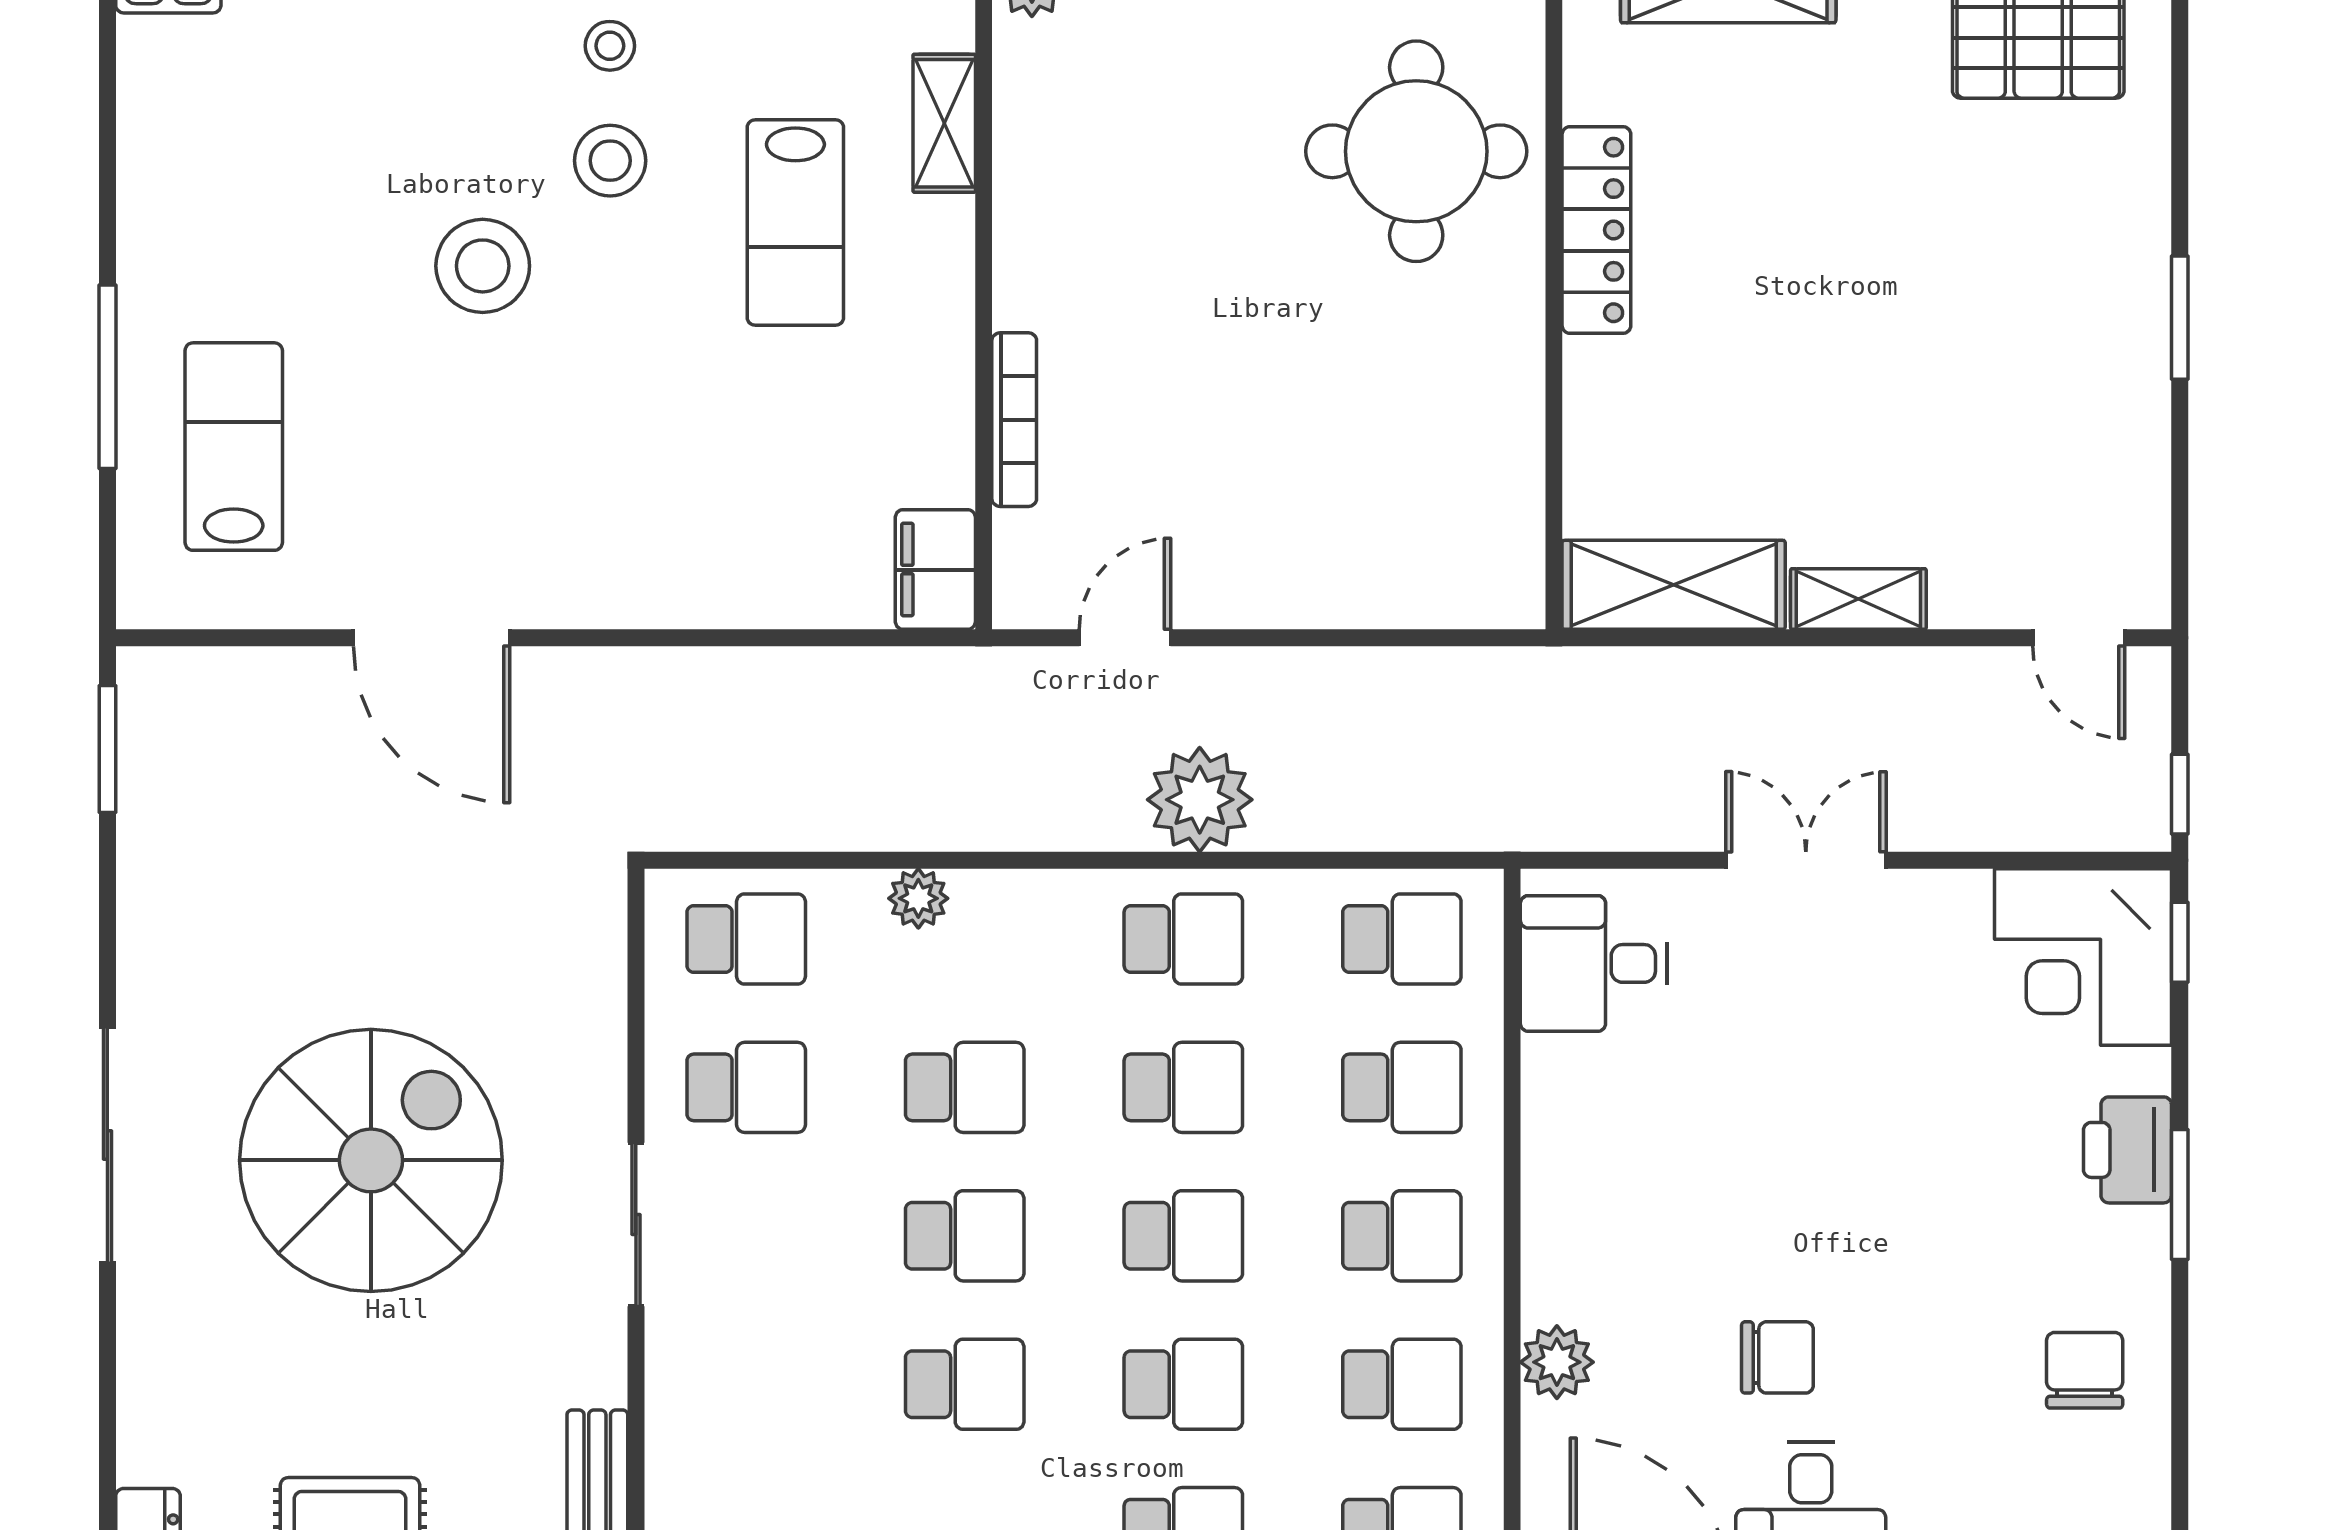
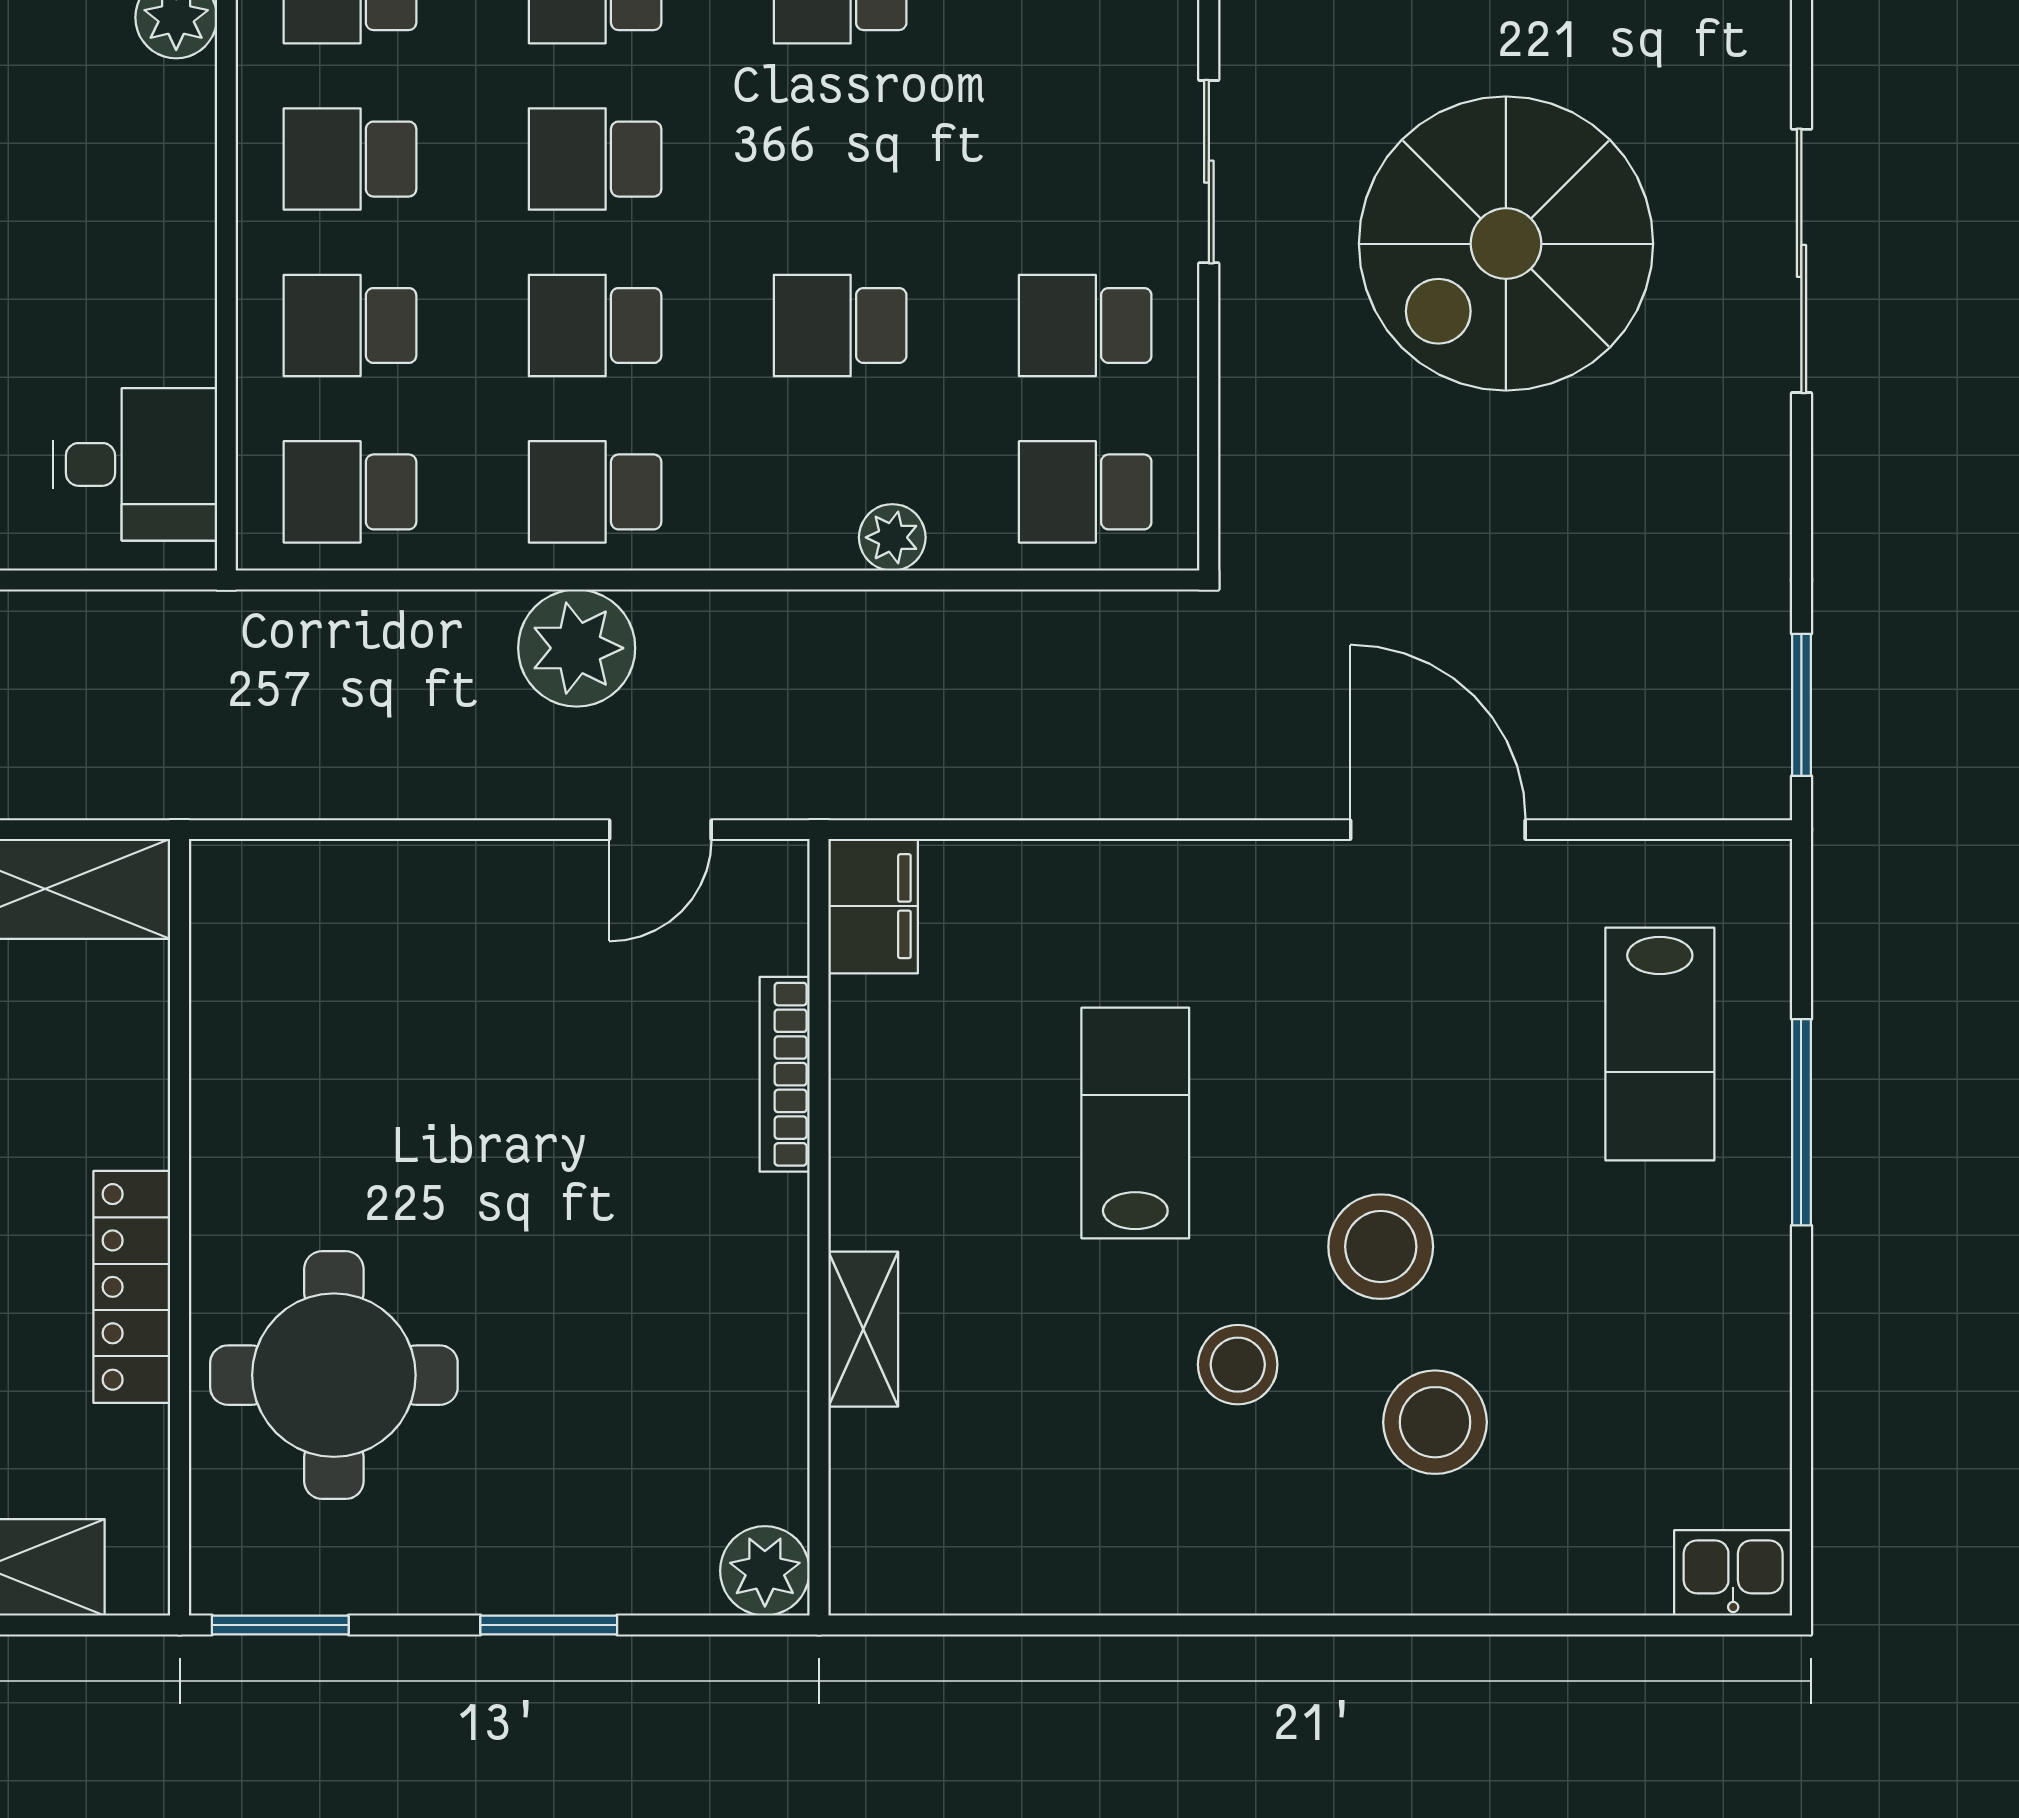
stool: (610, 46) -> (1435, 1422), moved, width x1.89, depth x1.89
shelving: (944, 123) -> (863, 1329), moved
lab bench: (795, 223) -> (1135, 1123), moved
school desk: (965, 1236) -> (840, 159), removed

